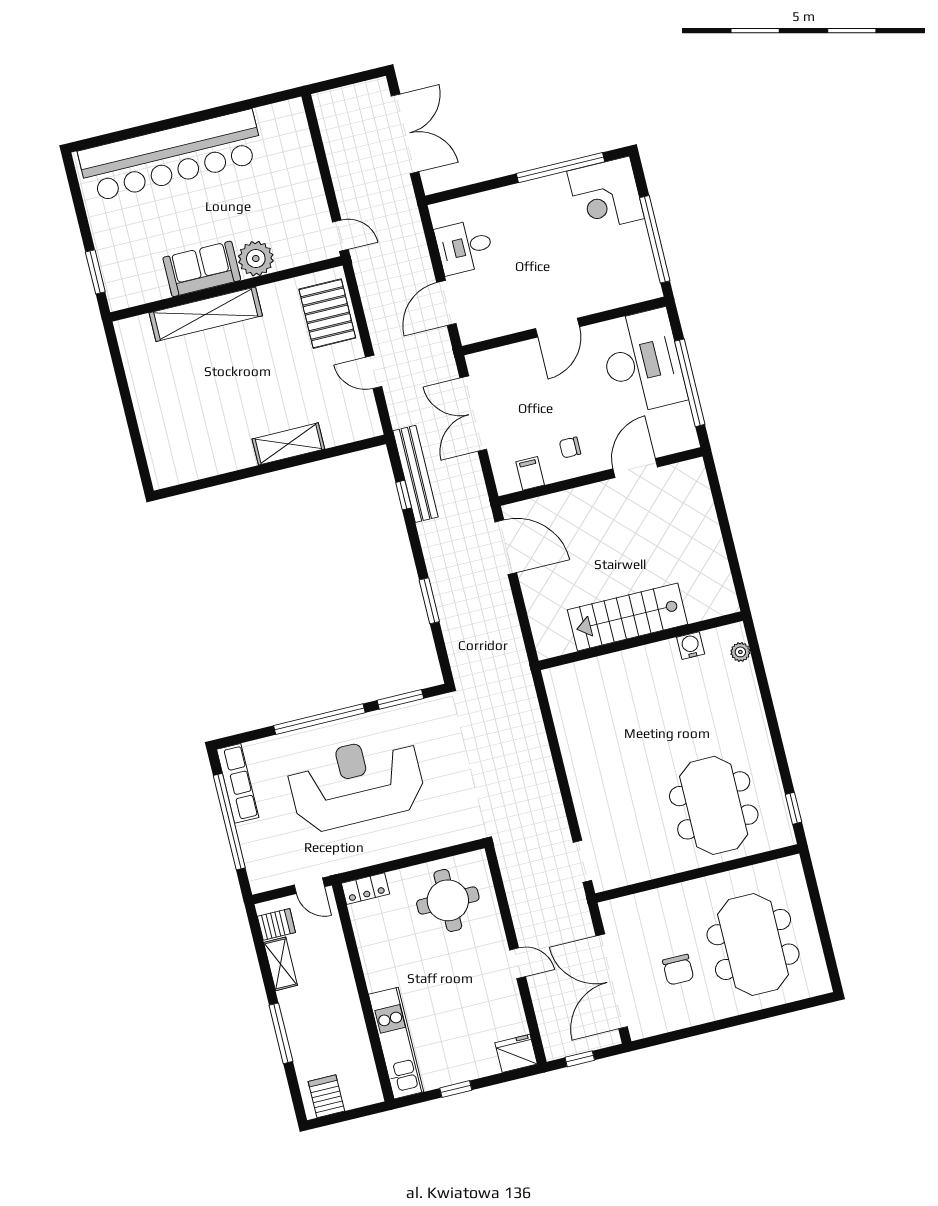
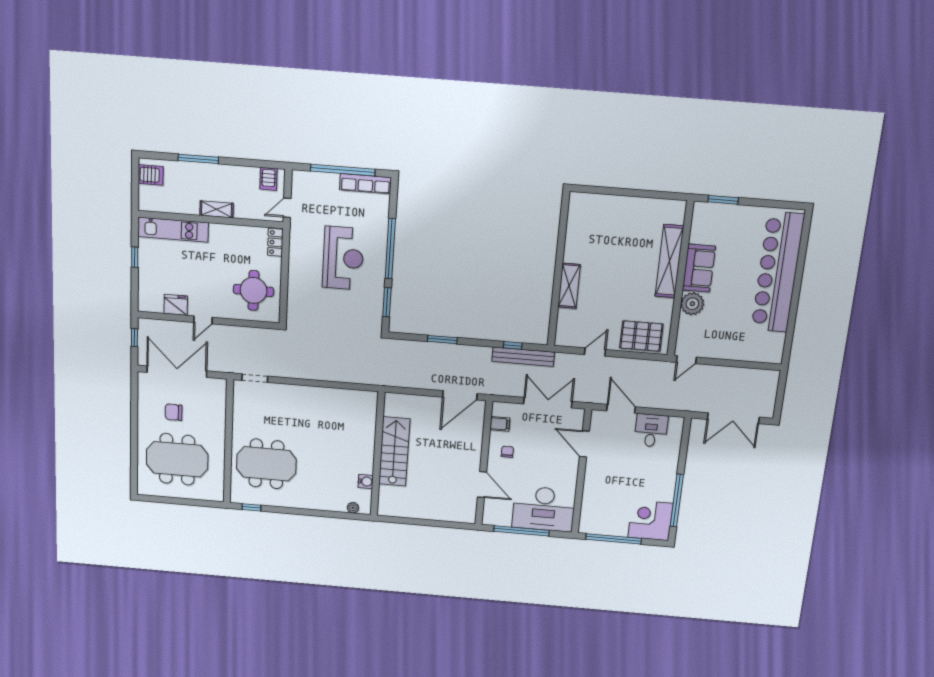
door: (557, 328) -> (584, 444), moved
reception desk: (356, 783) -> (343, 258), width x0.74, depth x0.77
shelving: (281, 964) -> (217, 209), moved
fridge: (516, 1053) -> (176, 305), moved, turned -90

